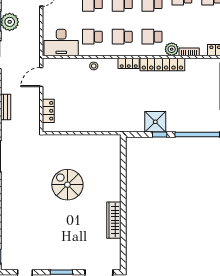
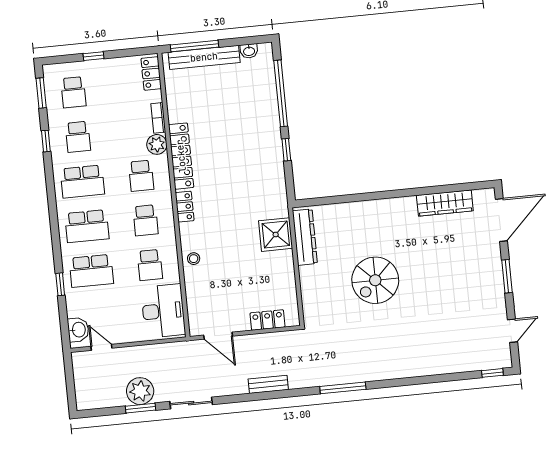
shower: (155, 122) -> (276, 235), moved
dresser: (101, 141) -> (305, 237), added
wardrobe: (114, 220) -> (445, 203), moved

